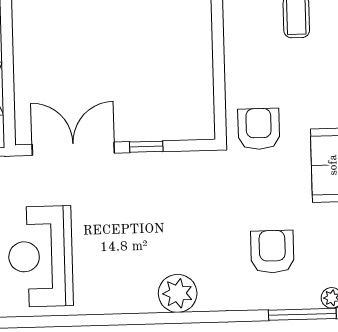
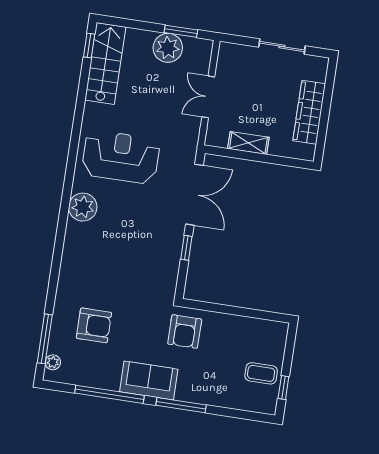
armchair: (259, 129) -> (185, 332), turned 90
plant: (178, 293) -> (83, 207), moved

